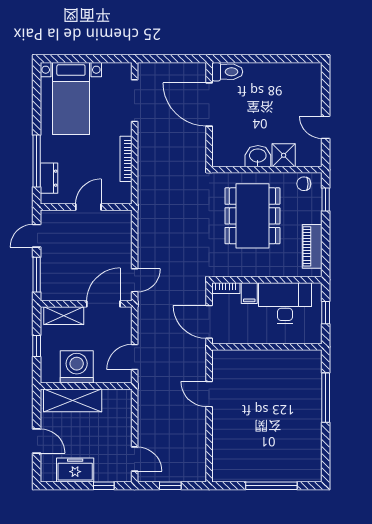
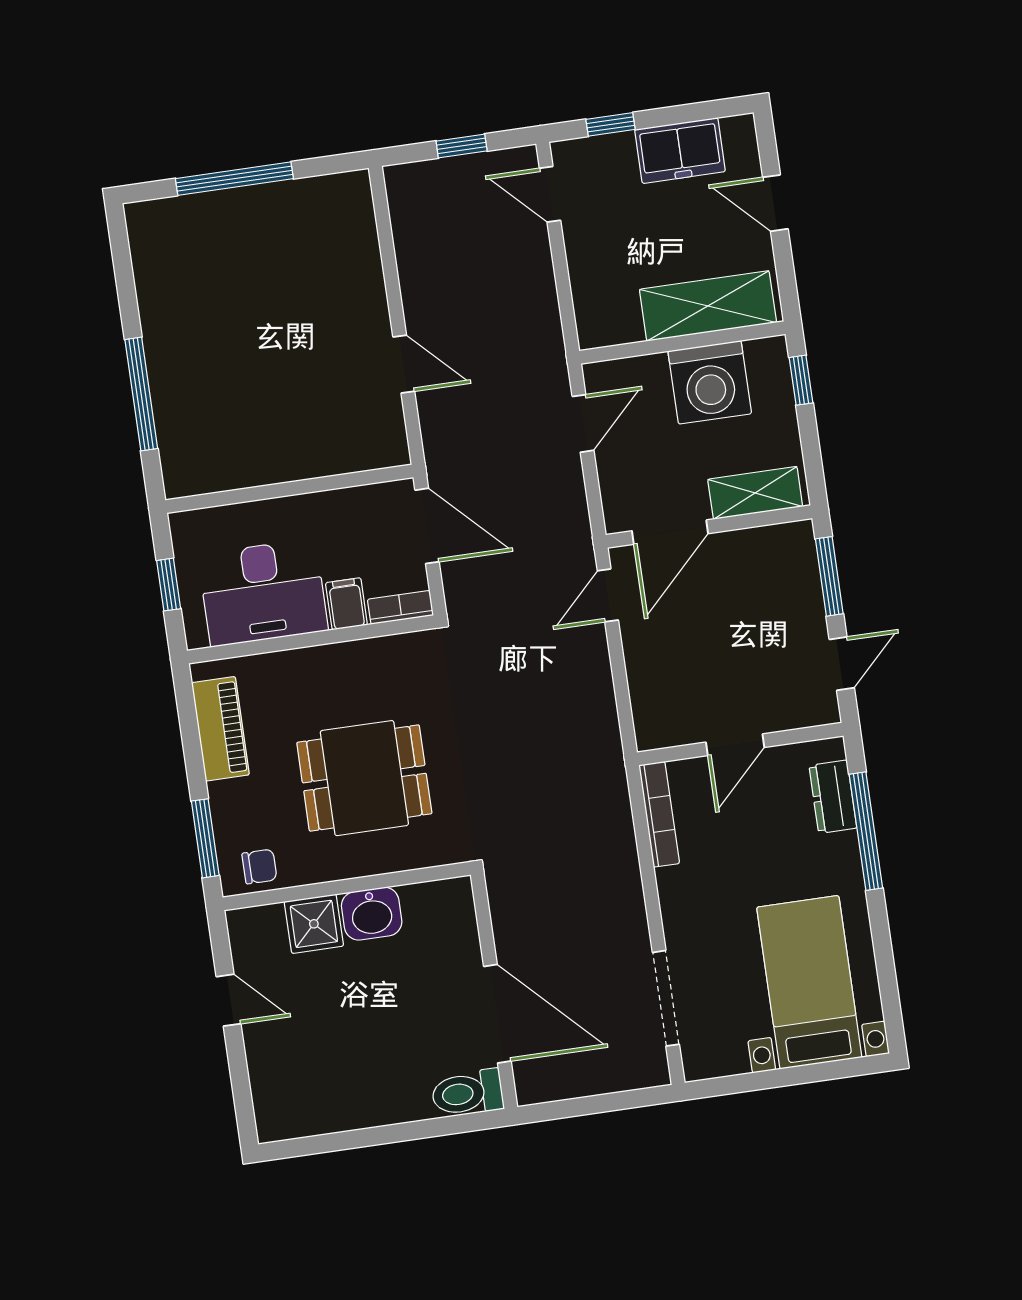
bookcase: (126, 159) -> (659, 814), moved
window: (326, 199) -> (205, 838), width x1.50
dining table: (252, 216) -> (364, 778), width x0.73
window: (37, 346) -> (801, 380), moved

